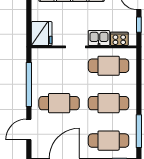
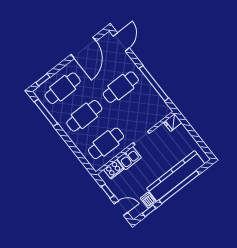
fridge: (42, 34) -> (173, 123), width x0.53, depth x0.75
door: (29, 129) -> (121, 42), moved

